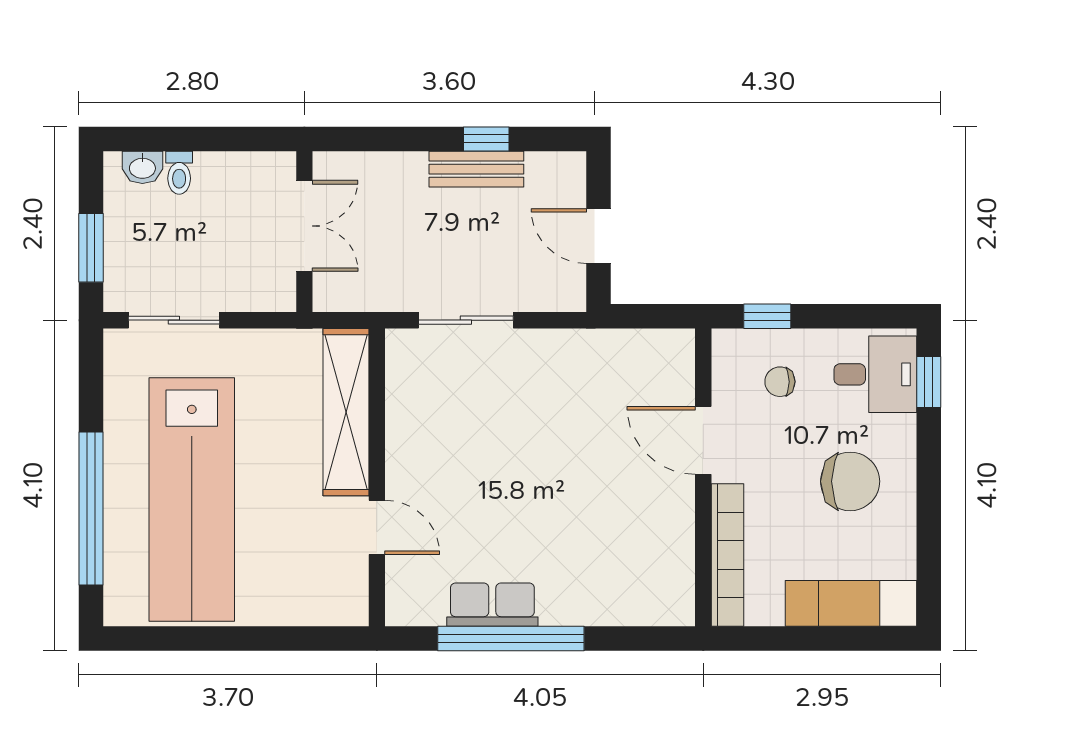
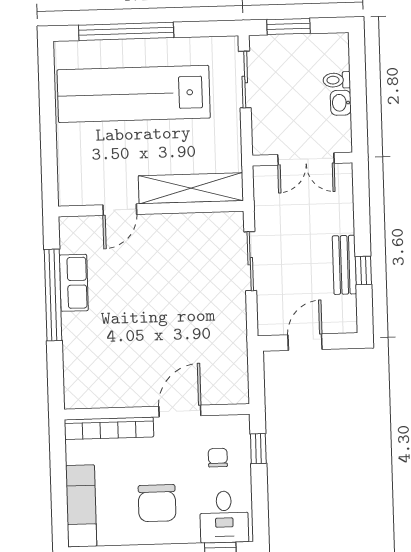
washbasin: (142, 167) -> (341, 103), moved

